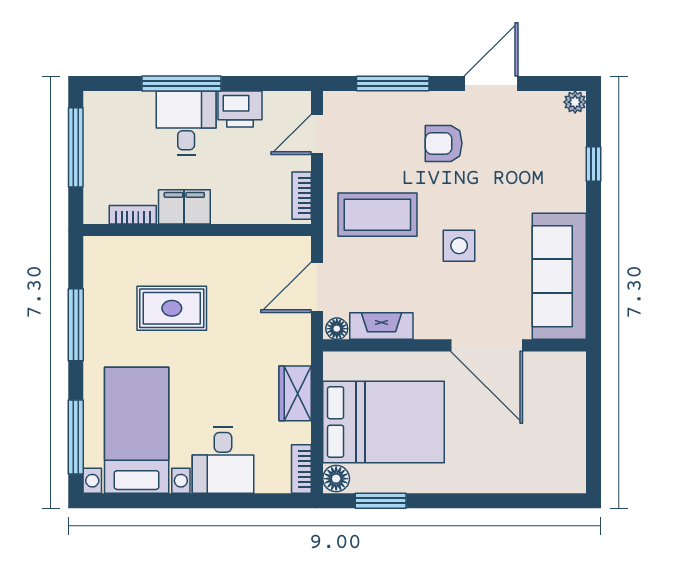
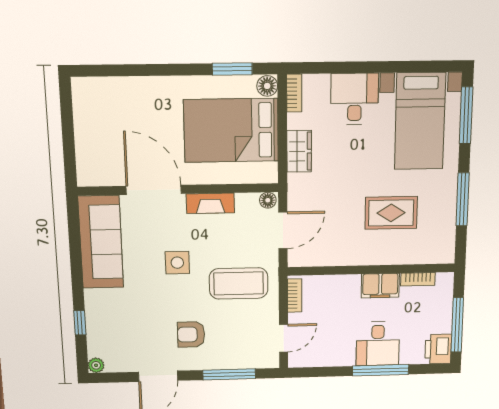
printer: (240, 109) -> (438, 349), moved, turned -90
armchair: (444, 143) -> (191, 334), turned 180
fireplace: (381, 326) -> (210, 203), moved

